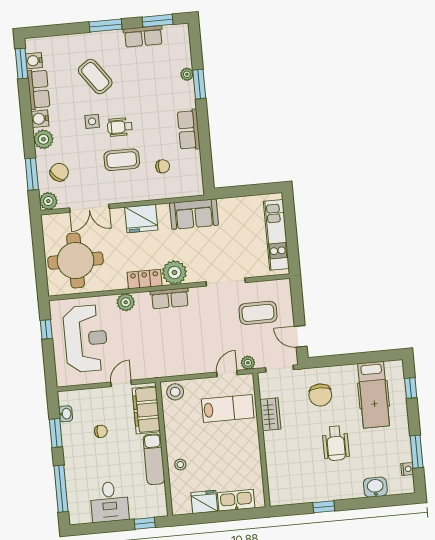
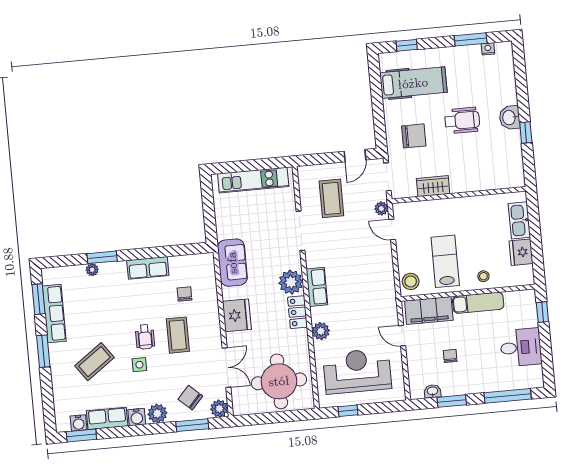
row of seats: (143, 36) -> (54, 314), width x1.48
lab bench: (228, 408) -> (445, 261), moved
washbasin: (375, 487) -> (510, 118), moved

